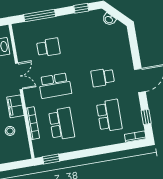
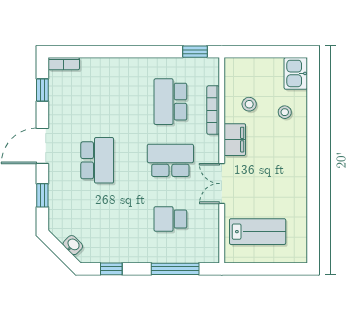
window: (134, 48) -> (42, 195), added
school desk: (103, 77) -> (97, 160), width x1.85
school desk: (109, 116) -> (97, 102), removed

